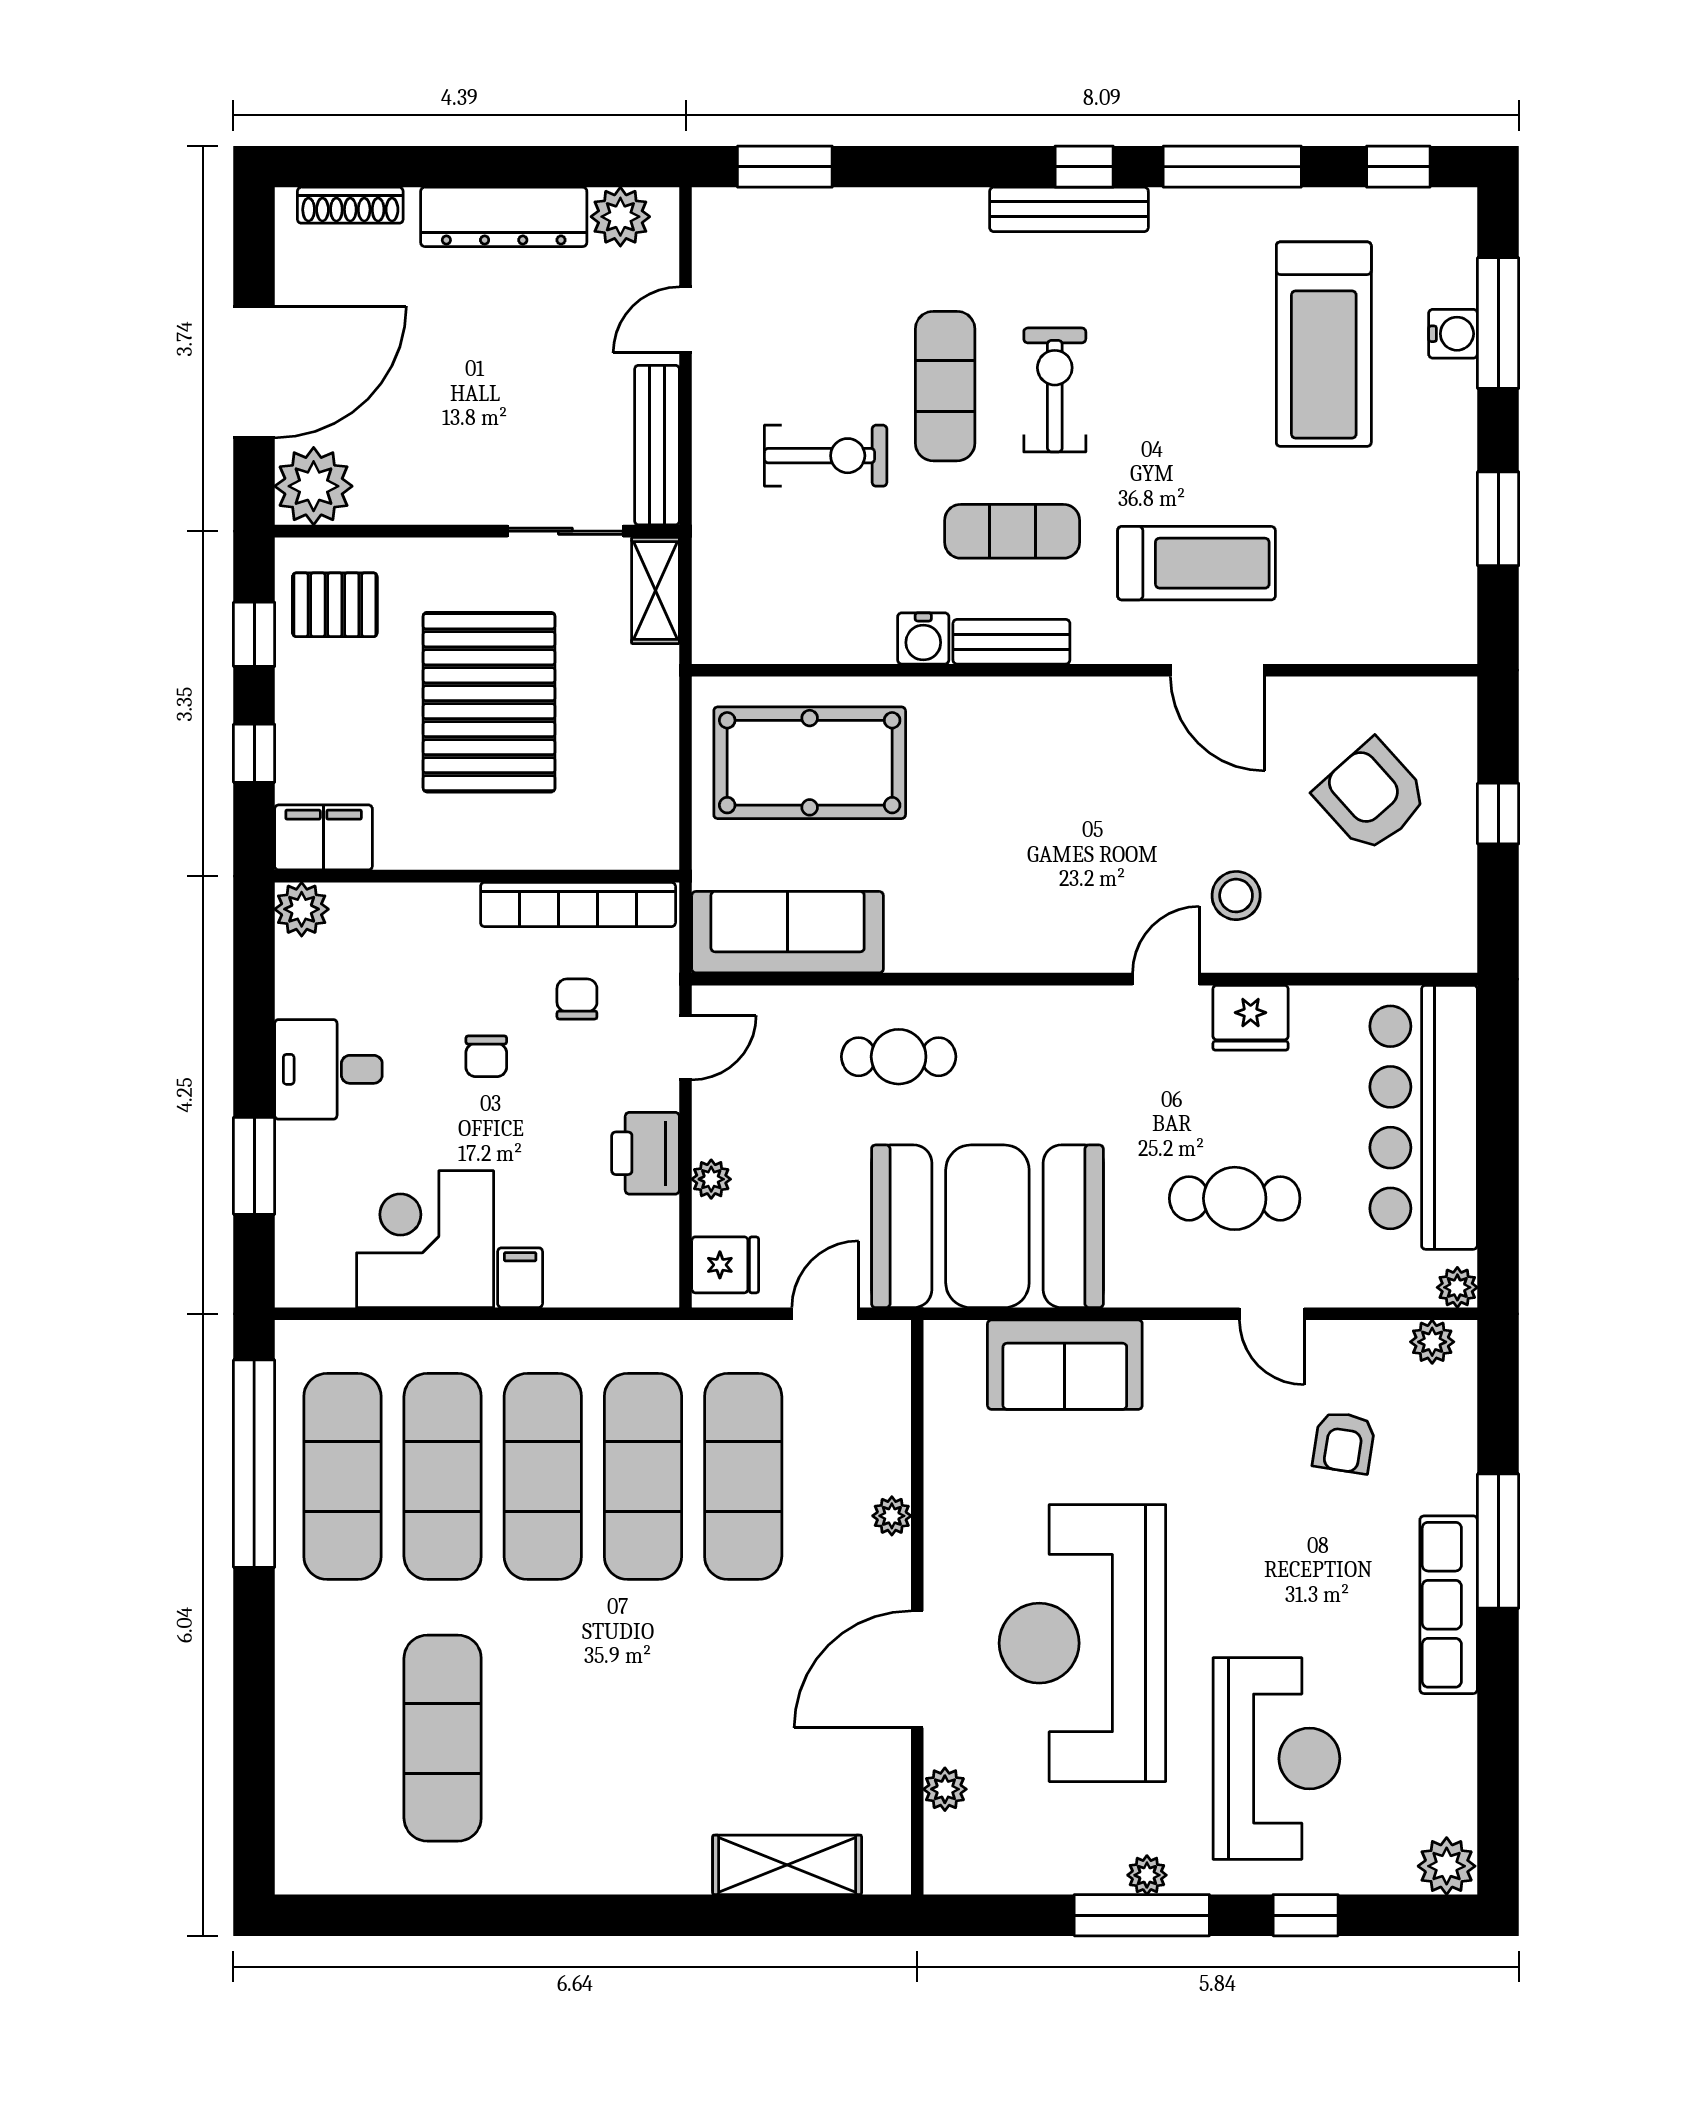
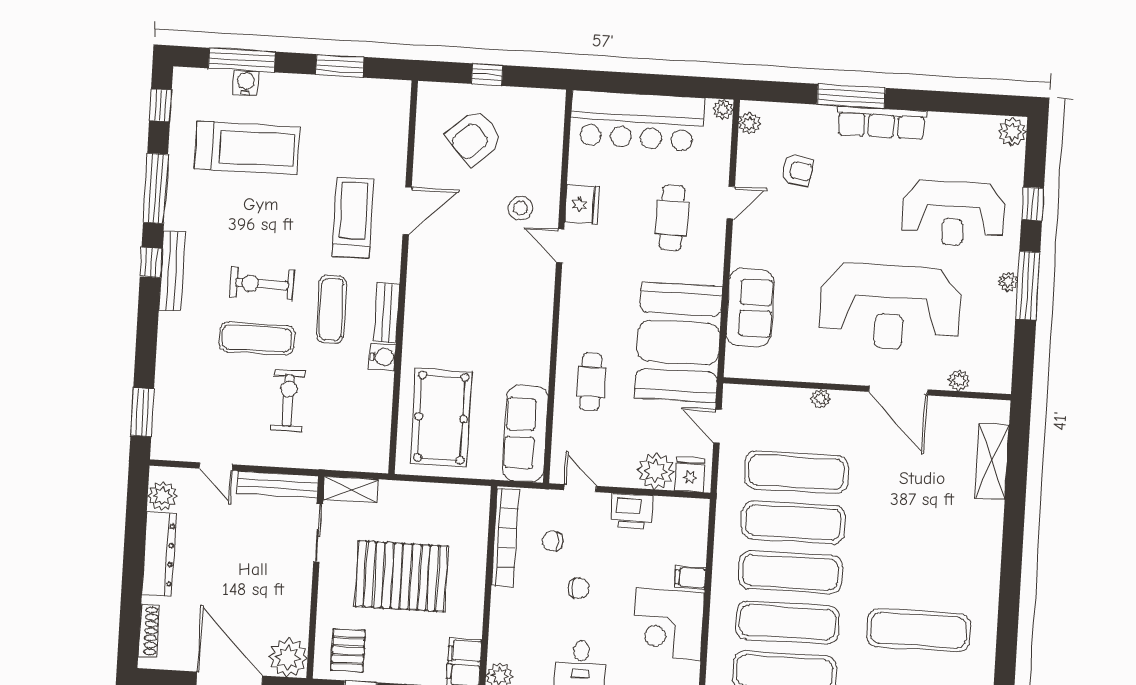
plant: (711, 1179) -> (656, 471), width x1.87, depth x1.87
reception desk: (1276, 1759) -> (953, 214), turned 180

